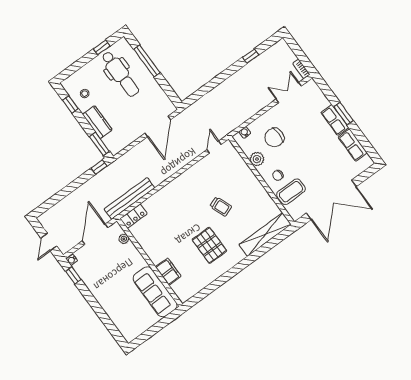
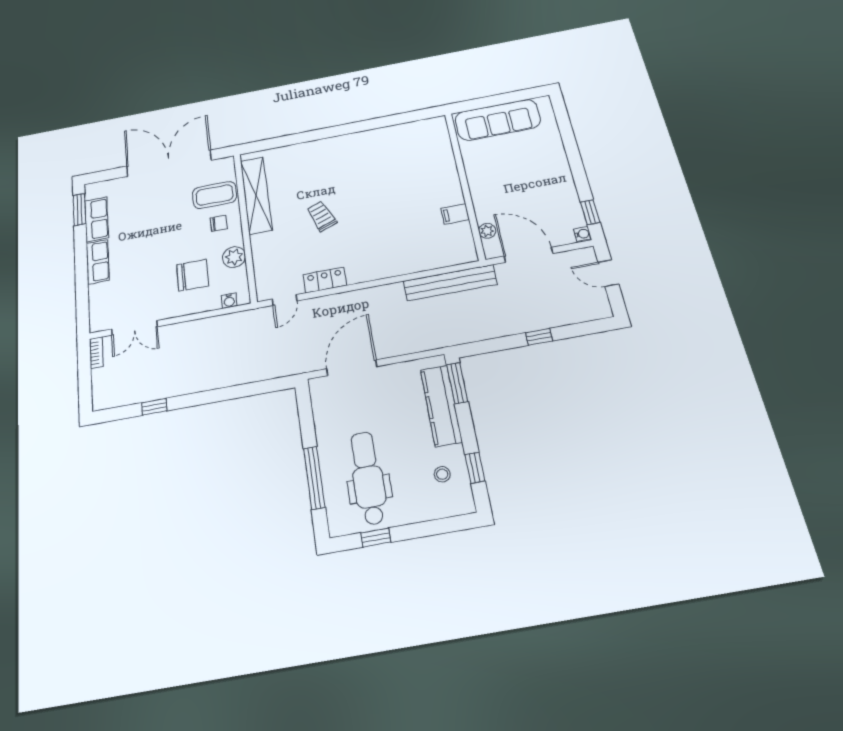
window: (343, 114) -> (79, 210), moved
kitchen counter: (97, 122) -> (441, 406), width x1.50
window: (99, 167) -> (539, 337), moved
locker: (134, 216) -> (325, 280), moved
door: (95, 234) -> (528, 255), swing flipped
shelving: (265, 234) -> (256, 195), moved, turned 90
door: (49, 242) -> (608, 273), swing flipped
pallet: (209, 245) -> (366, 173), removed
filing cabinet: (168, 272) -> (455, 214), moved, width x0.50
sofa: (155, 292) -> (498, 120), moved, turned 90

